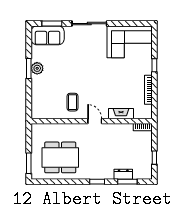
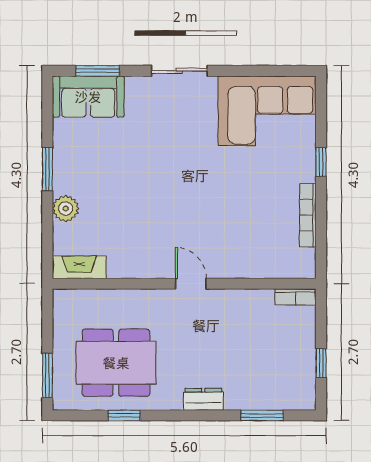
sliding door: (89, 24) -> (179, 71), width x0.73
plant: (37, 68) -> (66, 209), moved
coffee table: (73, 102) -> (143, 242), removed
fireplace: (121, 114) -> (79, 267), moved
dresser: (123, 174) -> (203, 399), moved
window: (97, 182) -> (124, 415), moved

